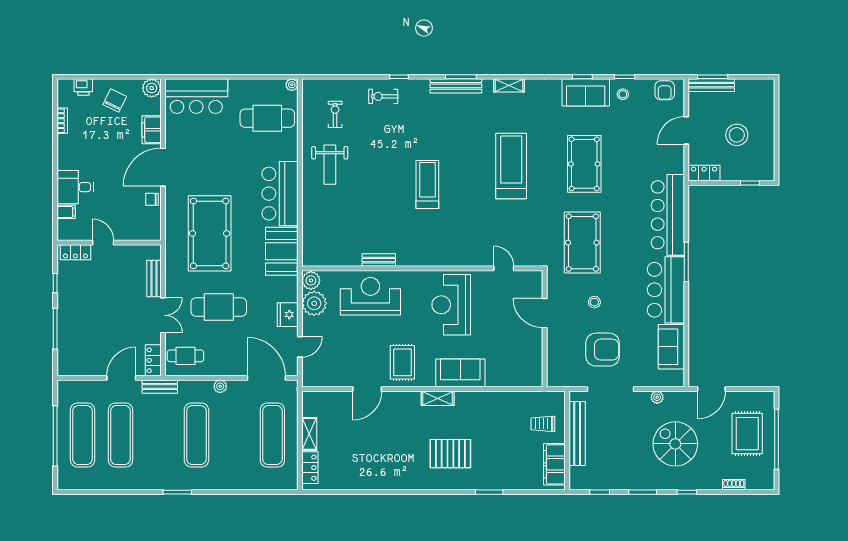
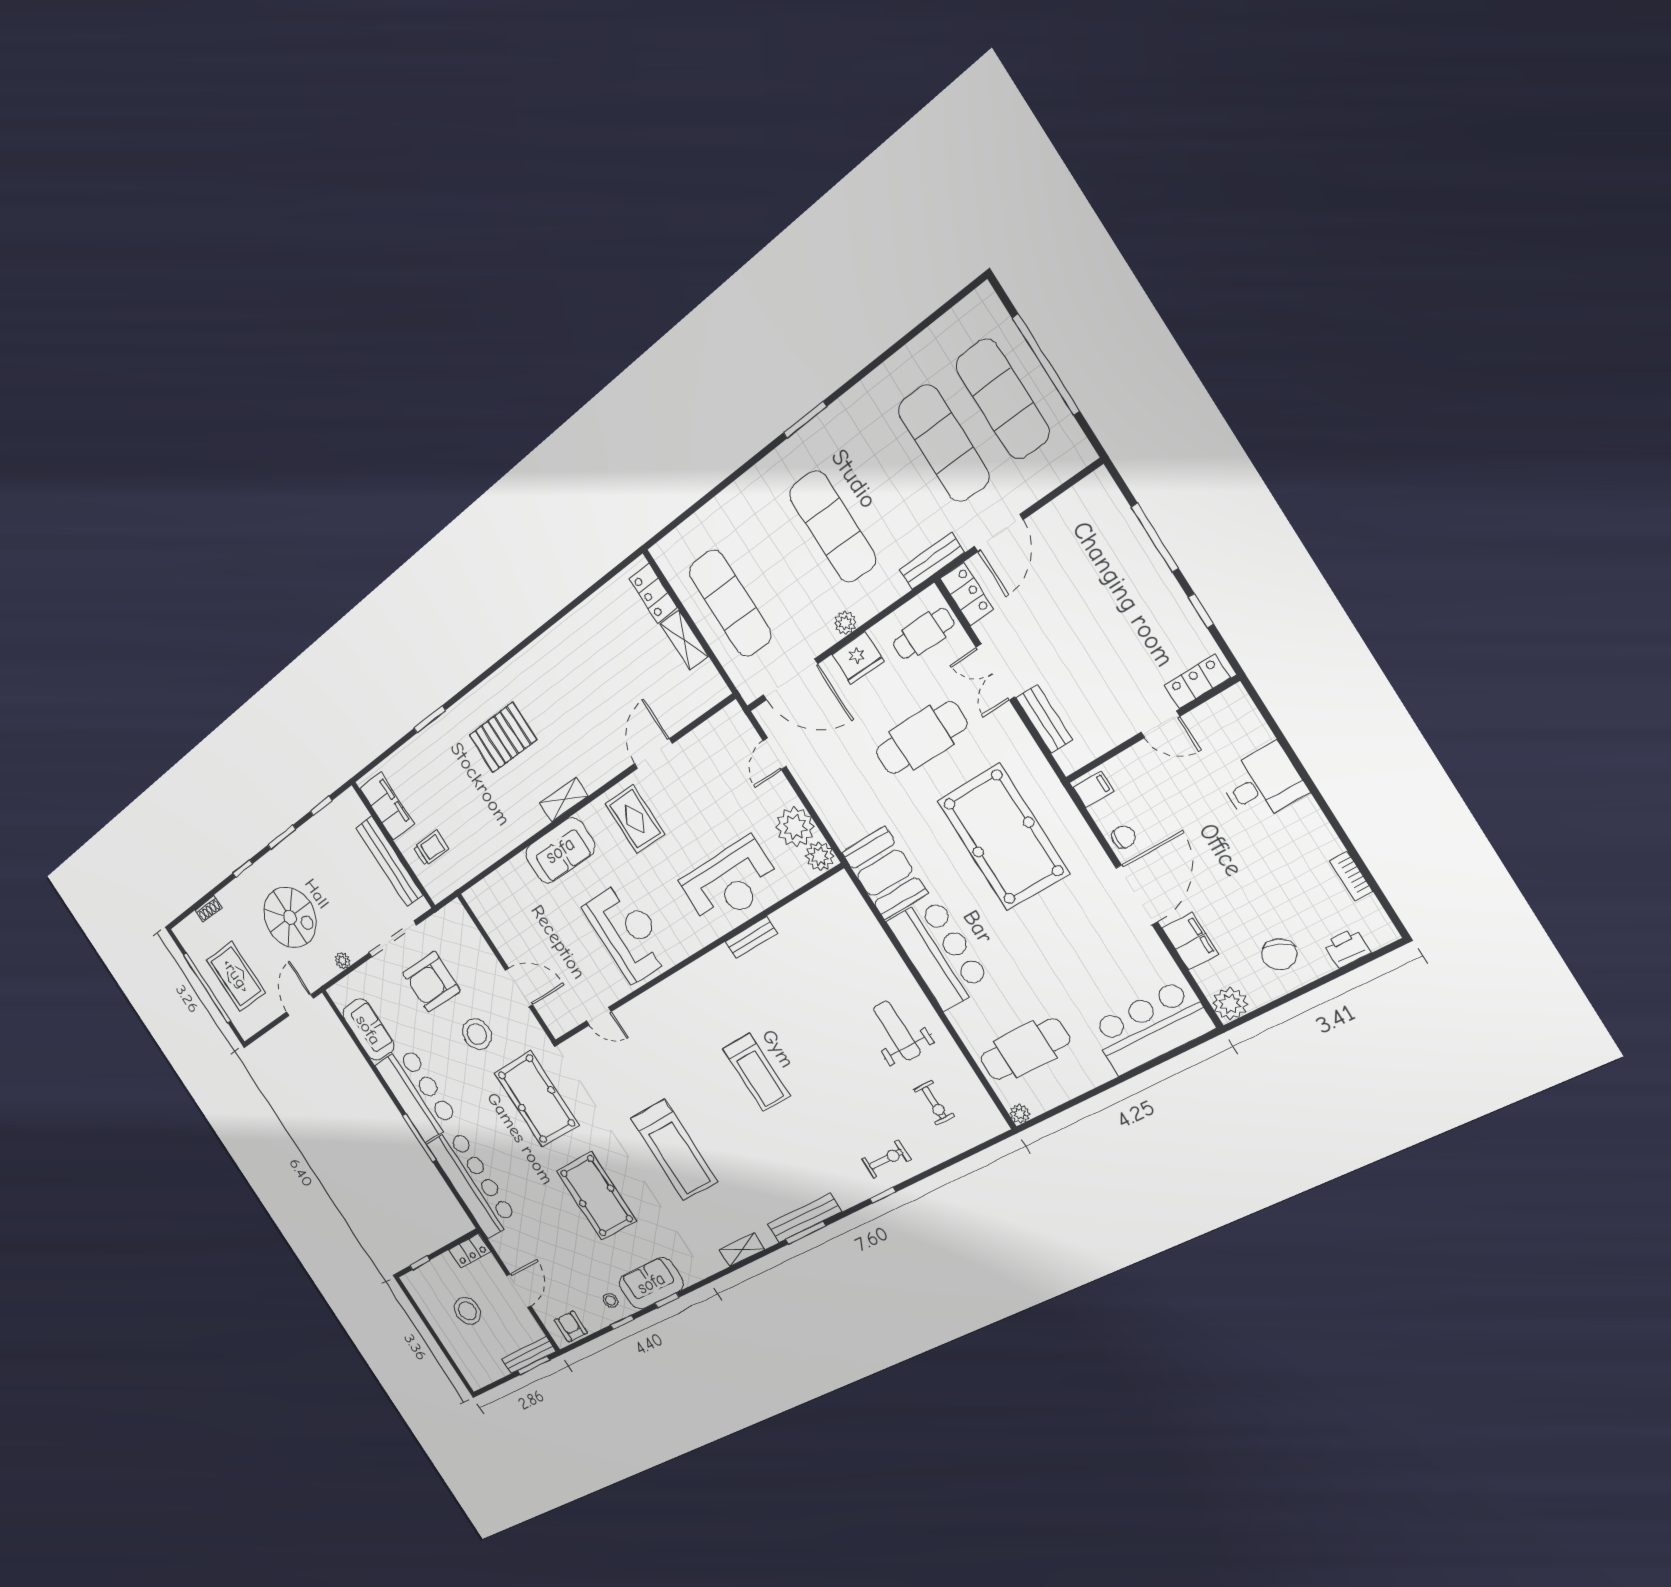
filing cabinet: (66, 212) -> (1093, 789), moved, turned 180
stool: (594, 302) -> (477, 1034), width x1.89, depth x1.89
fridge: (288, 315) -> (858, 658), moved, turned 90

